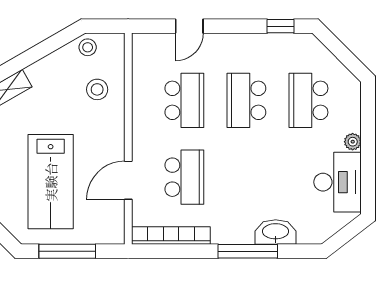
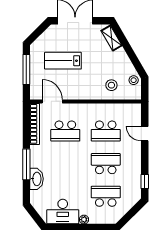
door: (128, 180) -> (52, 101), moved
lab bench: (51, 182) -> (63, 61), width x0.73, depth x0.72

